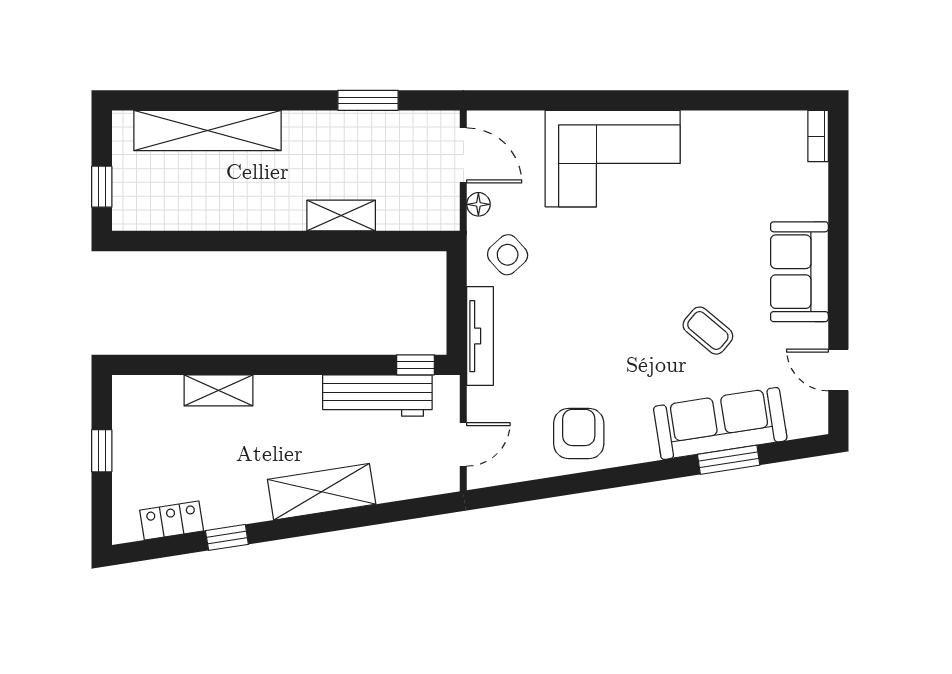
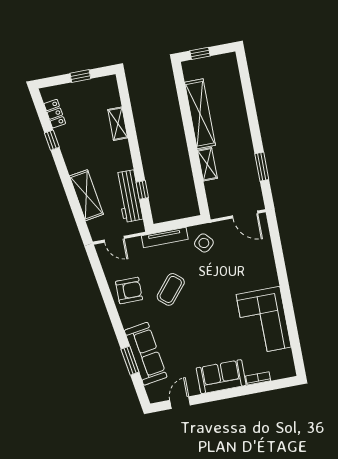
shelving: (207, 131) -> (200, 114), moved
bookcase: (818, 136) -> (258, 378), moved
door: (463, 155) -> (245, 214), hinge flipped
corner sofa: (613, 159) -> (264, 321), moved
floor lamp: (478, 204) -> (224, 225), removed
coffee table: (708, 331) -> (171, 289), moved, width x1.36, depth x1.30
window: (416, 365) -> (142, 190), moved
shelving: (322, 492) -> (86, 195), moved

